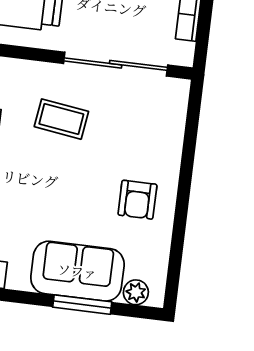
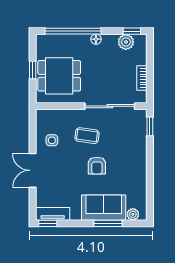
window: (193, 116) -> (150, 126), added
armchair: (137, 200) -> (97, 166), moved

